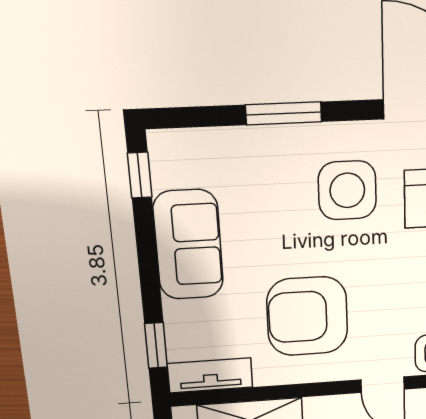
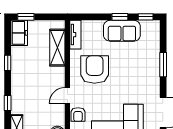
side table: (347, 190) -> (137, 85), removed
window: (156, 345) -> (120, 17), moved

